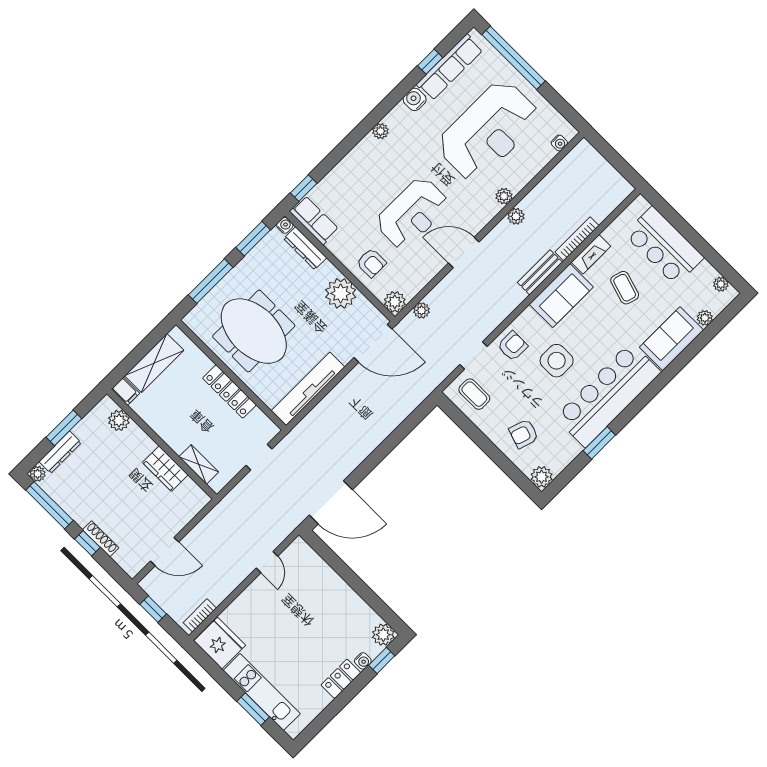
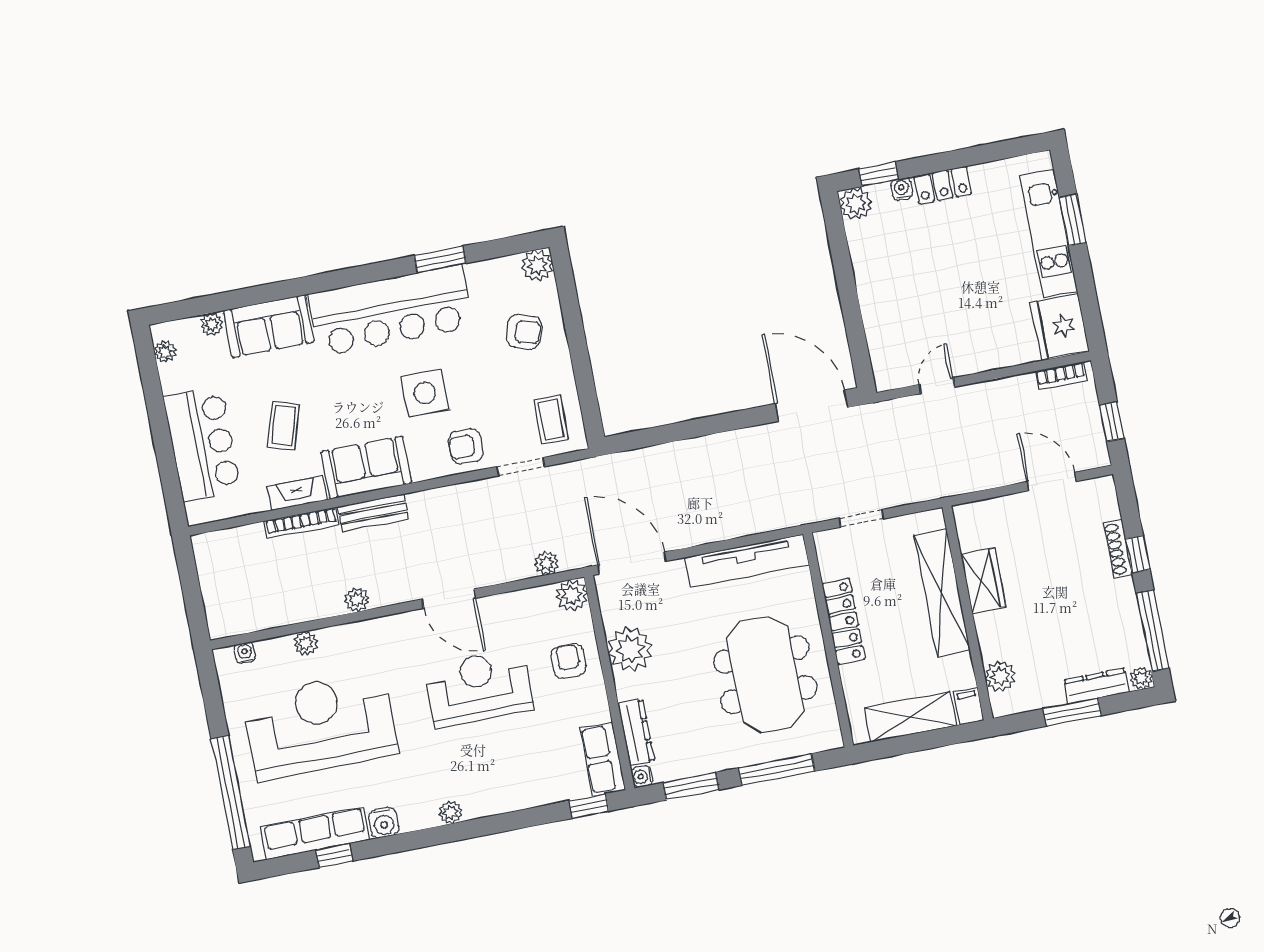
plant: (504, 196) -> (306, 643), moved
shelving: (199, 464) -> (942, 593), width x2.20, depth x1.33

